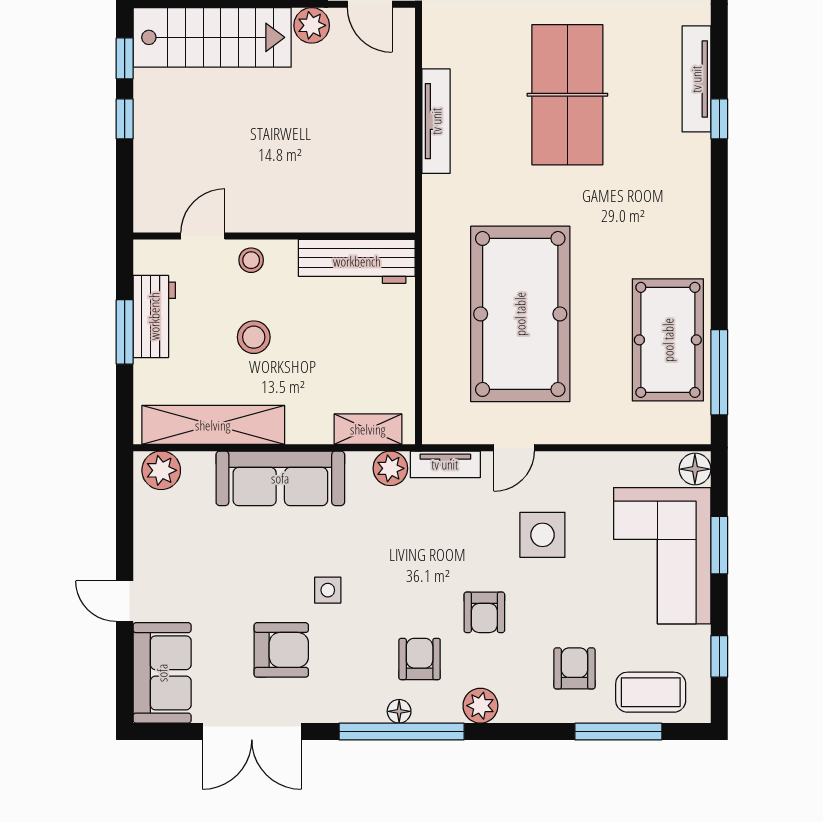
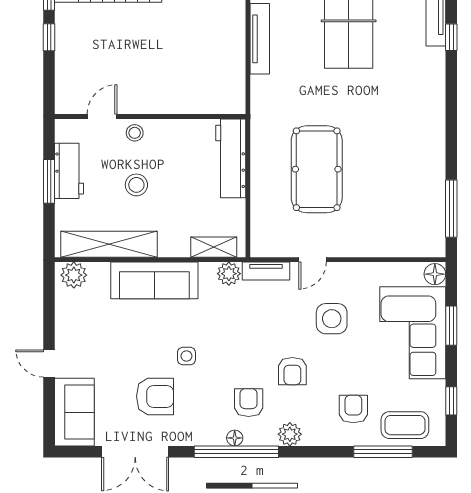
workbench: (357, 261) -> (231, 158), moved, turned 90
pool table: (520, 314) -> (317, 169), width x0.73, depth x0.76
pool table: (668, 340) -> (417, 187), removed

